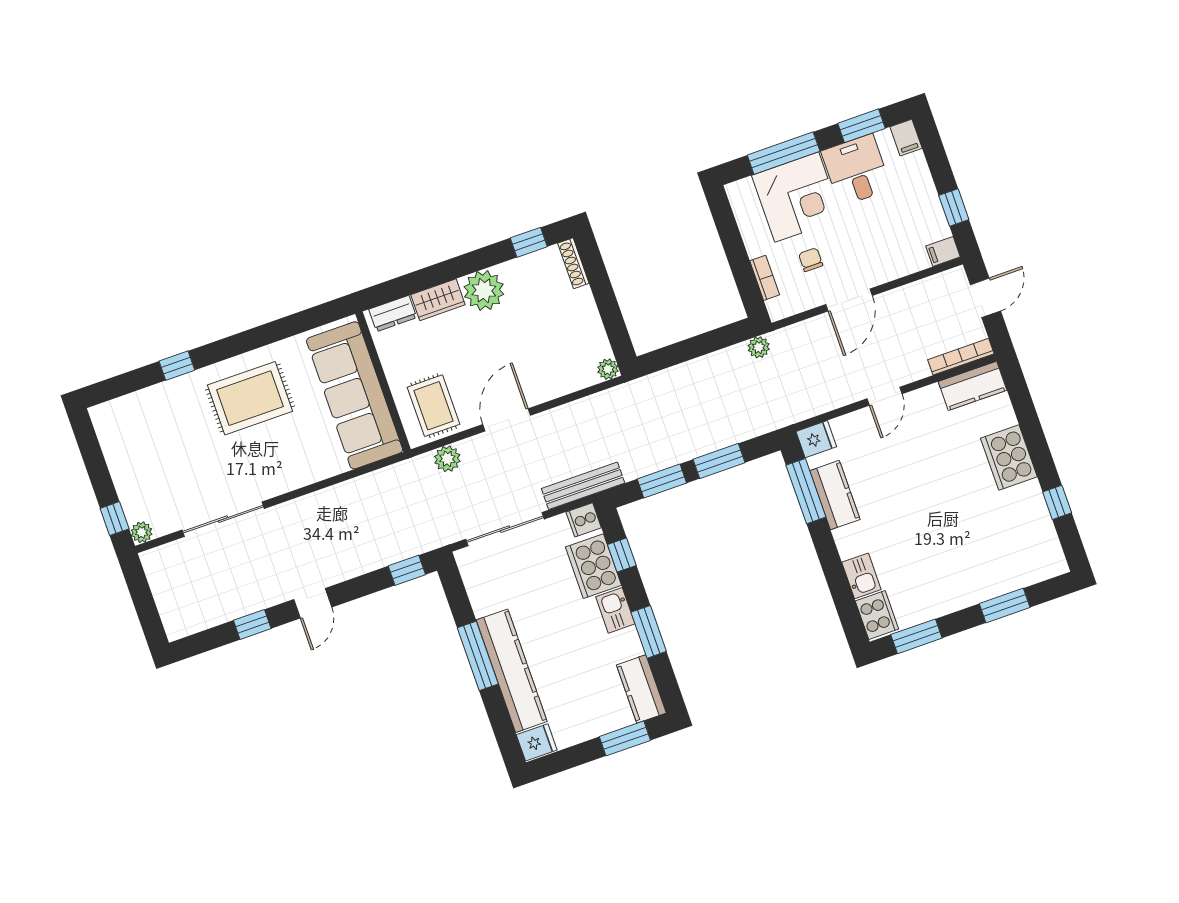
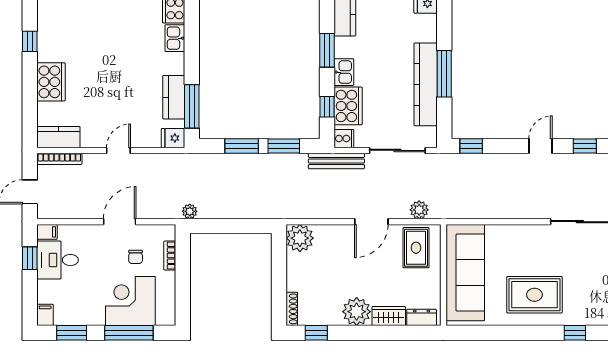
desk: (856, 170) -> (58, 260), moved, turned 90
plant: (608, 369) -> (300, 238), width x1.87, depth x1.87
kitchen counter: (512, 671) -> (426, 84), moved

